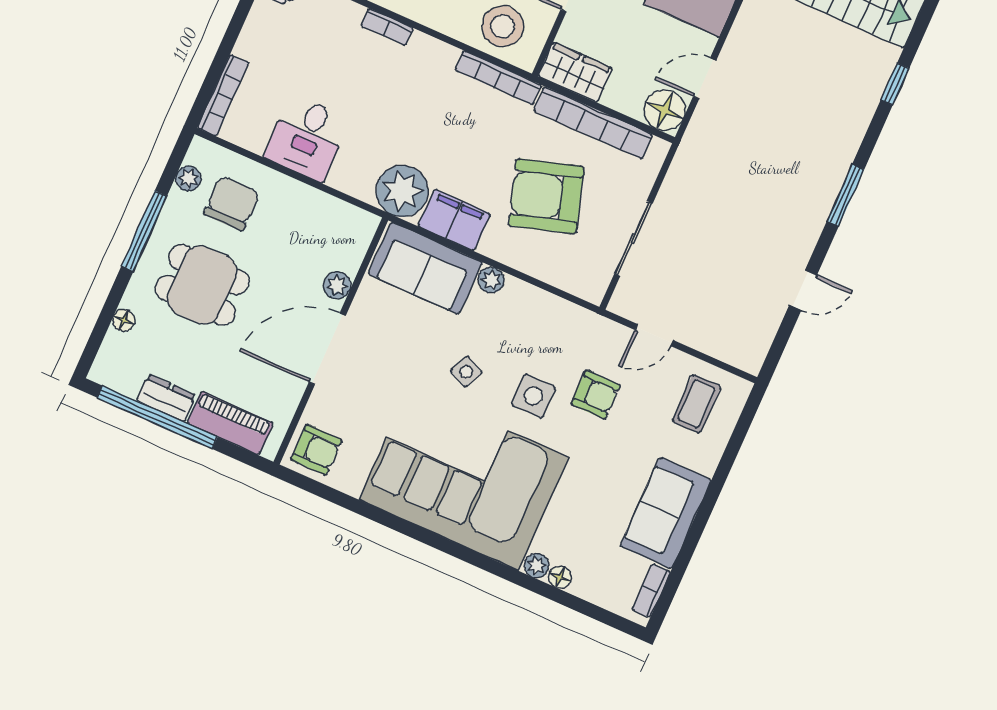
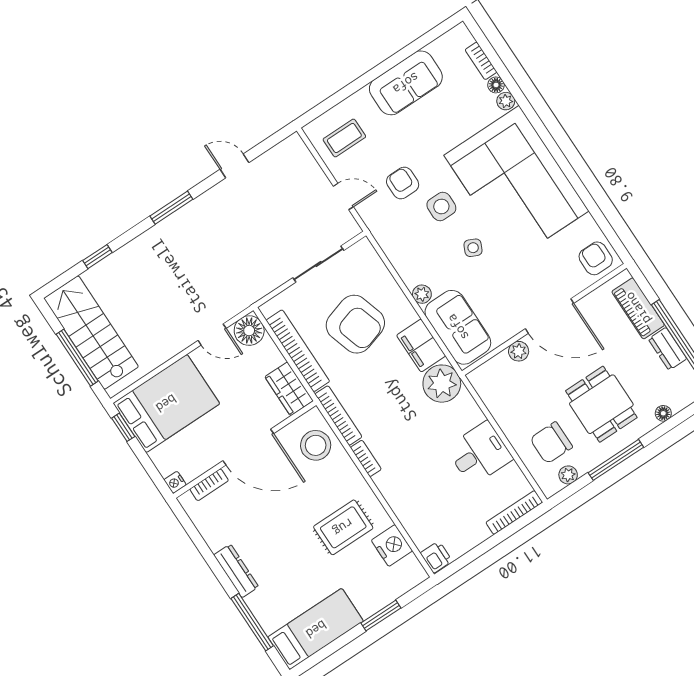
bookcase: (387, 27) -> (366, 458), moved
bookcase: (651, 591) -> (481, 61), moved, turned 90

